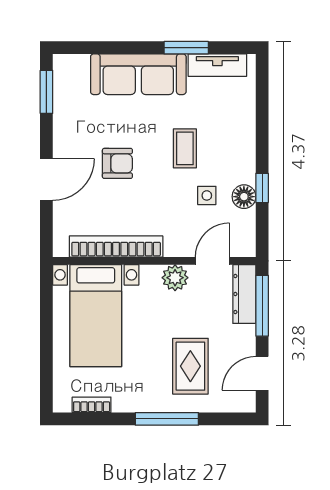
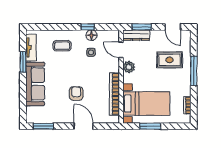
coffee table: (185, 148) -> (62, 46), moved
window: (262, 306) -> (142, 27), width x0.69
window: (46, 324) -> (150, 126), added

